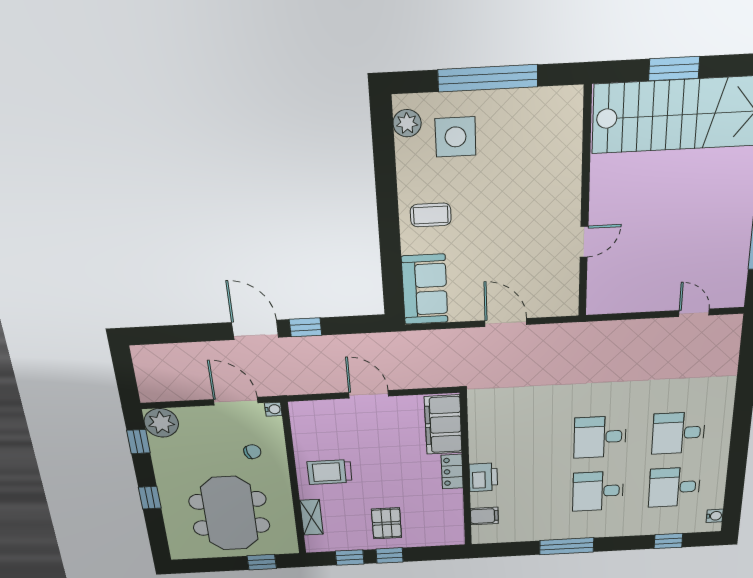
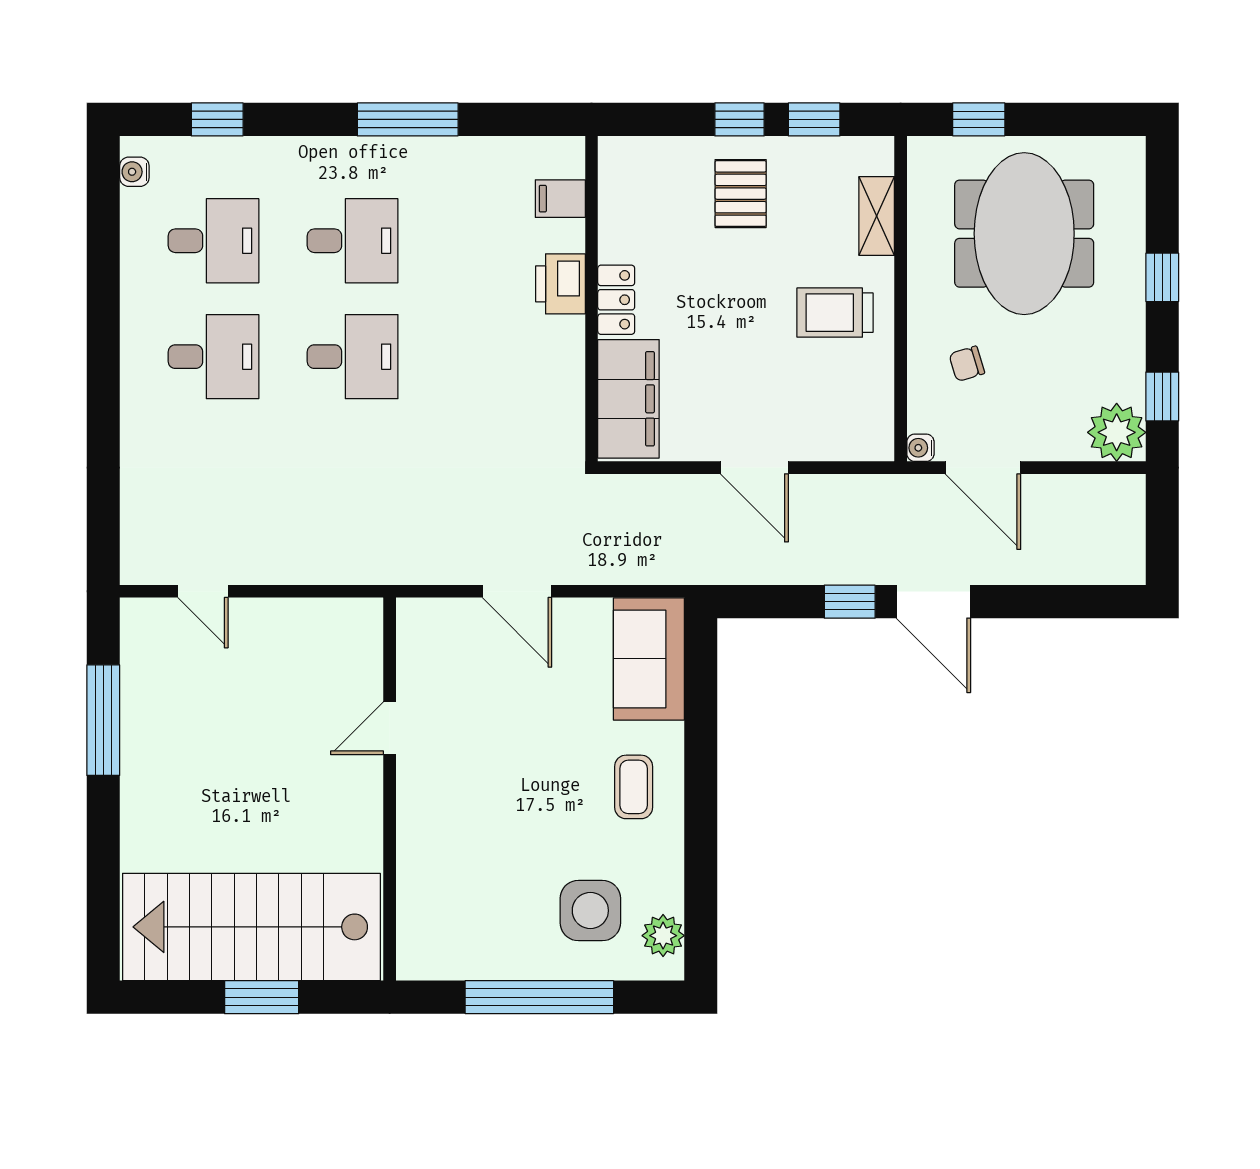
coffee table: (431, 215) -> (634, 787), turned 90
trolley: (330, 472) -> (835, 313), turned 180

